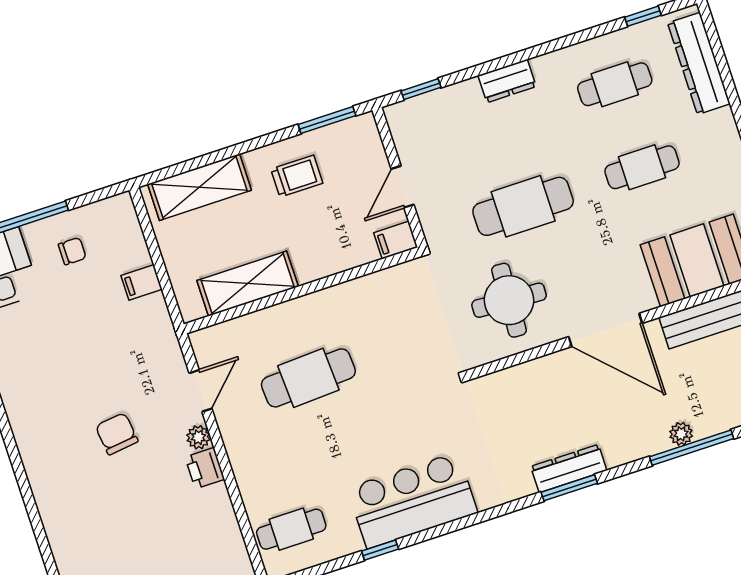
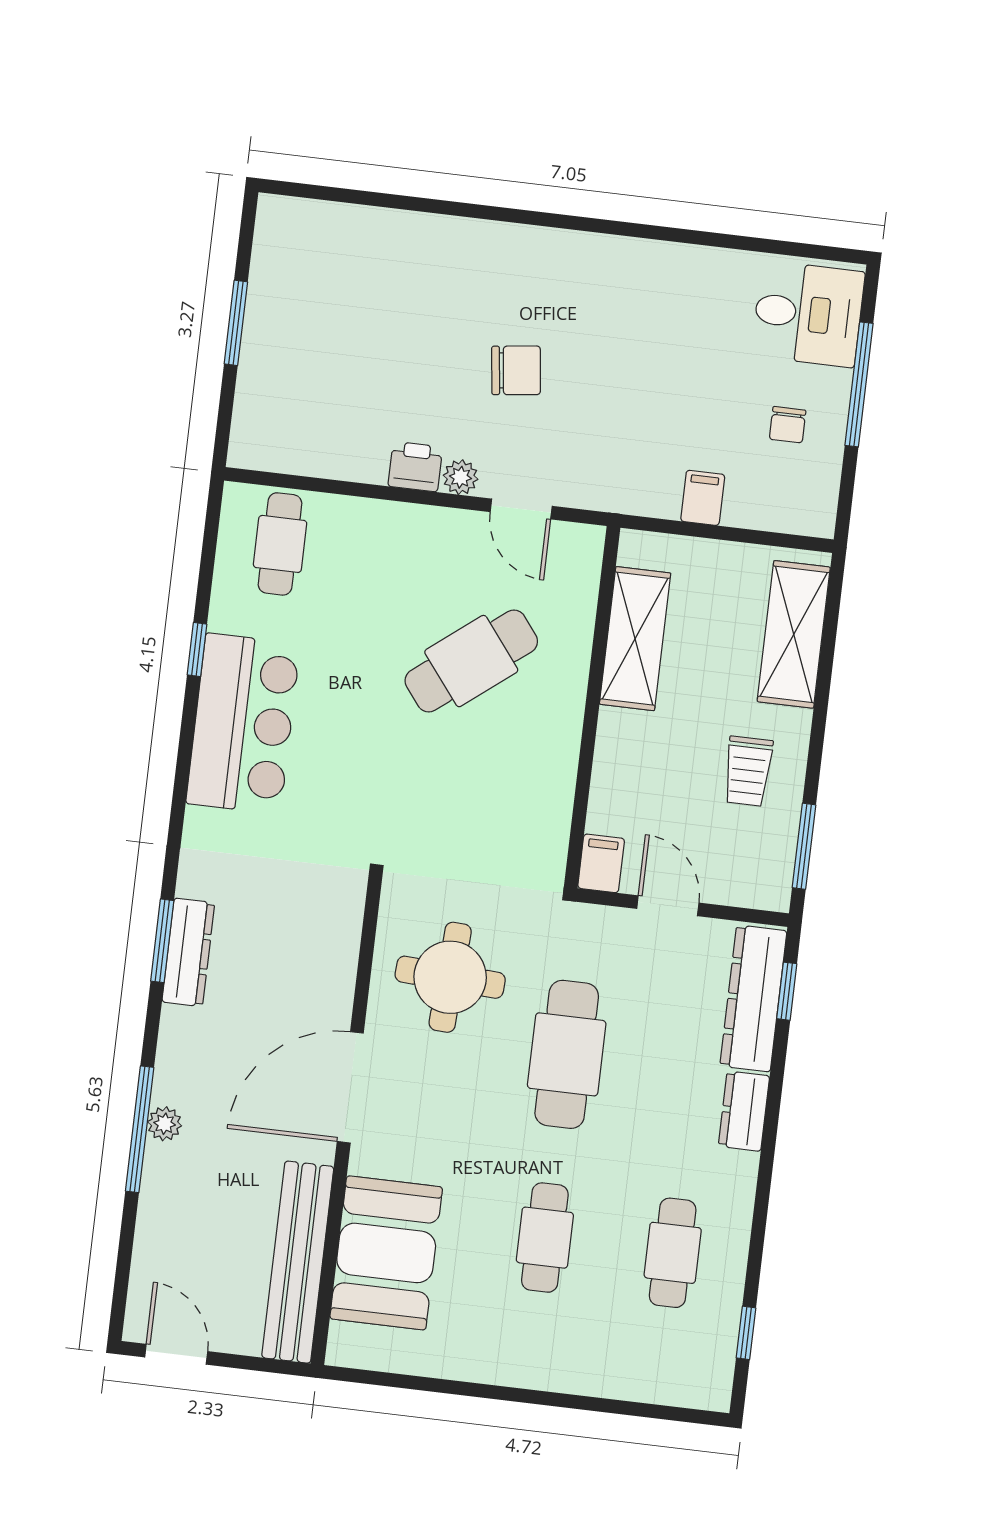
dresser: (699, 63) -> (753, 998), moved, turned -90
cafe table: (308, 378) -> (471, 661), turned 55

